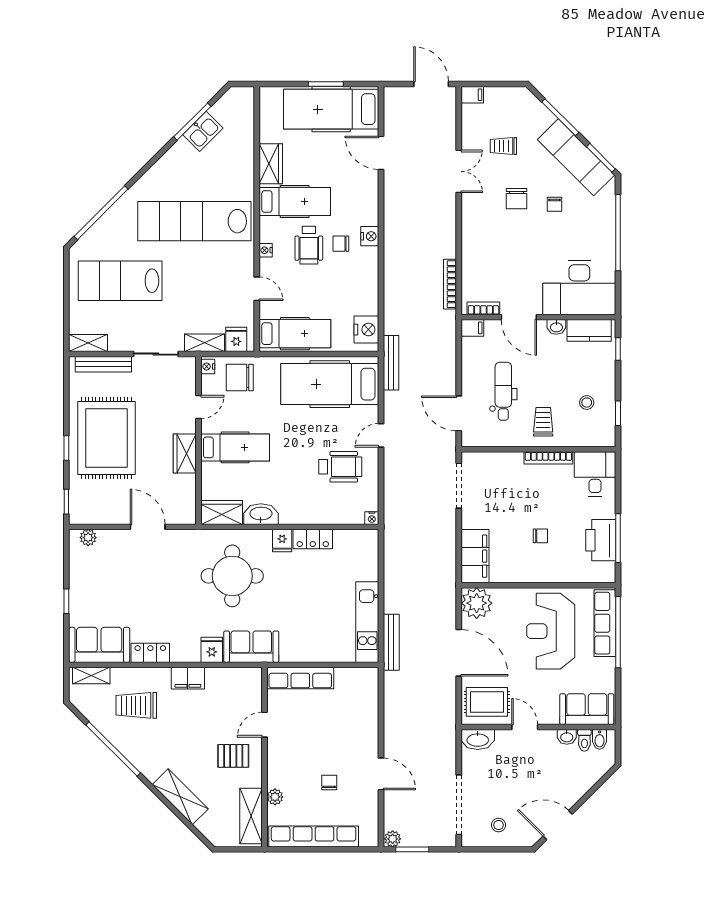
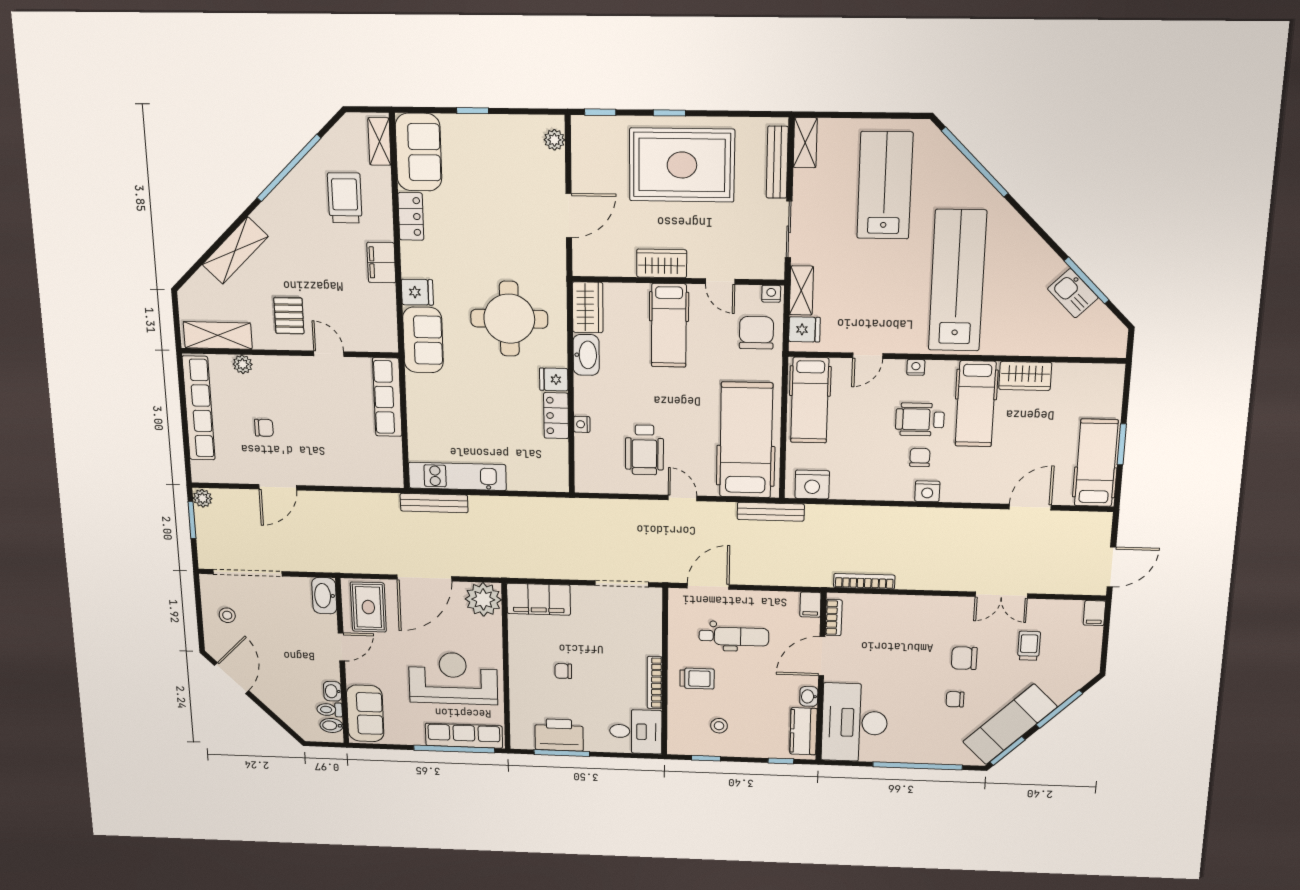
hospital bed: (331, 109) -> (1096, 463), width x0.73, depth x0.78
nightstand: (372, 518) -> (582, 424), moved
chair: (540, 536) -> (563, 671), turned 90

